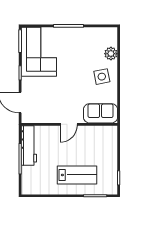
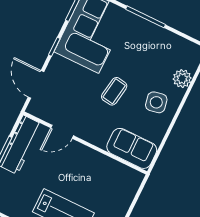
coffee table: (72, 83) -> (114, 91), added
door: (69, 124) -> (62, 132), moved

